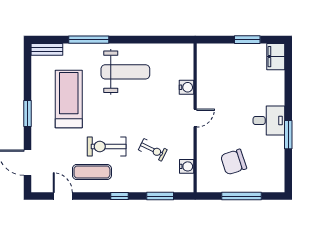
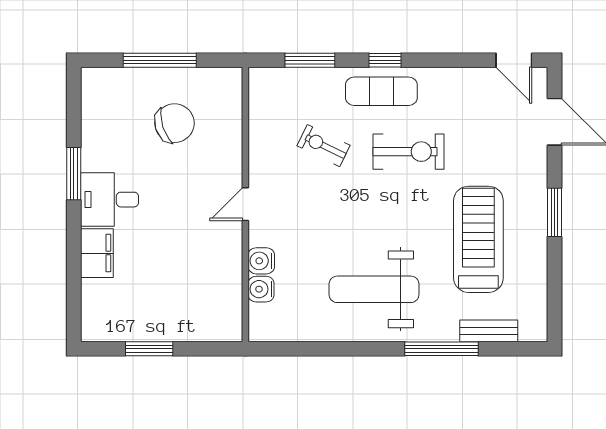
bench: (47, 49) -> (489, 331), moved
filing cabinet: (276, 57) -> (97, 253), moved
treadmill: (69, 99) -> (478, 239), turned 180
water cooler: (187, 166) -> (261, 289), moved
exercise mat: (92, 172) -> (381, 91), moved
door: (63, 196) -> (514, 60), moved

